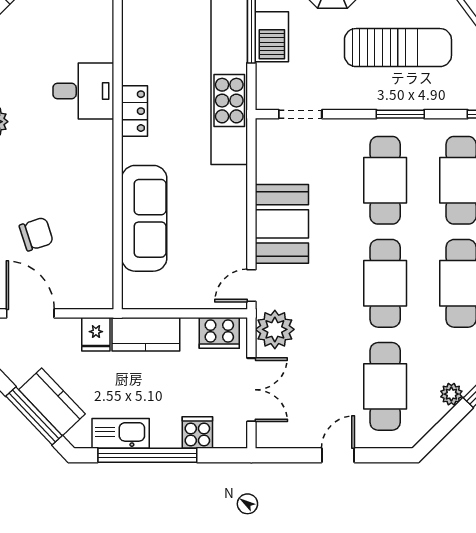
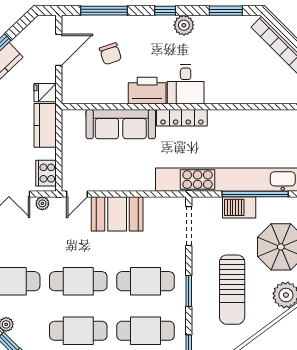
desk: (83, 91) -> (186, 84), moved
locker: (135, 111) -> (182, 118), width x1.53
doorway: (300, 114) -> (189, 226), width x1.38
printer: (93, 178) -> (147, 91), added
door: (251, 286) -> (77, 194), swing flipped
plant: (275, 329) -> (42, 203), width x0.53, depth x0.53

